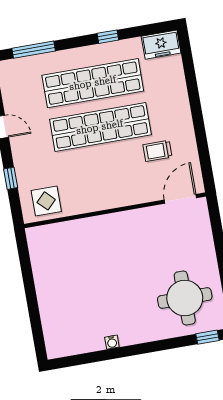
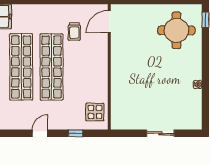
door: (180, 199) -> (109, 22), hinge flipped
sliding door: (32, 301) -> (160, 133), added

